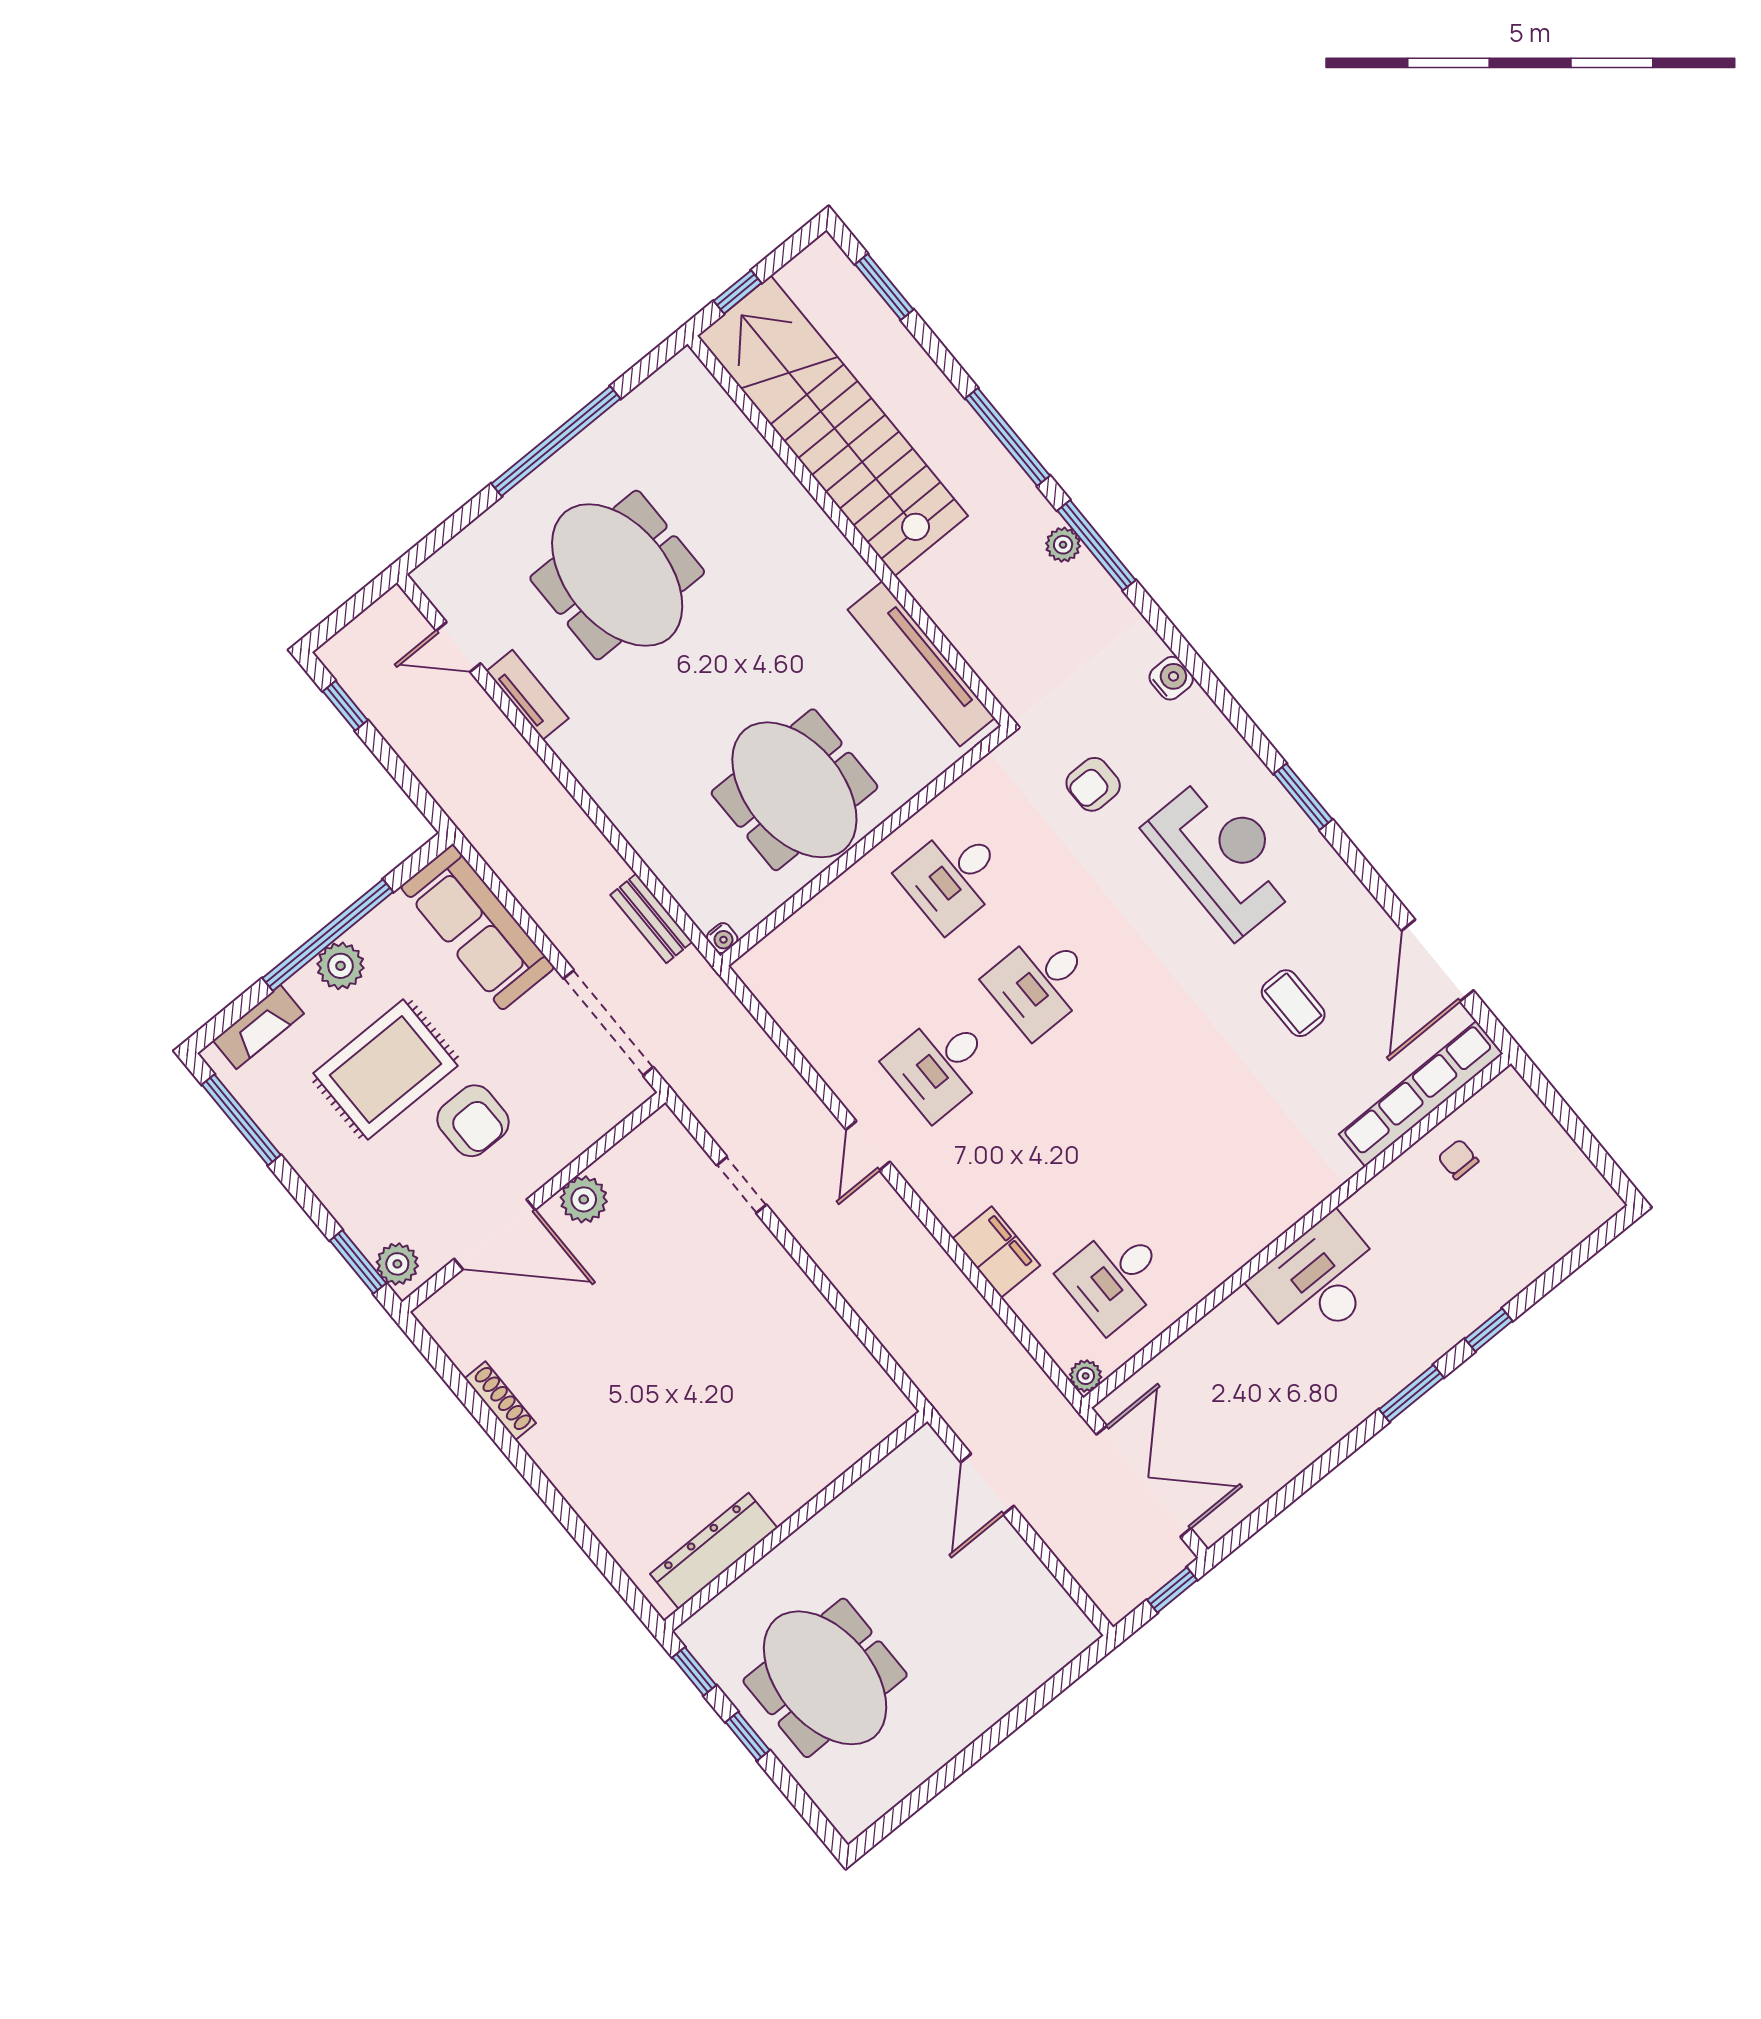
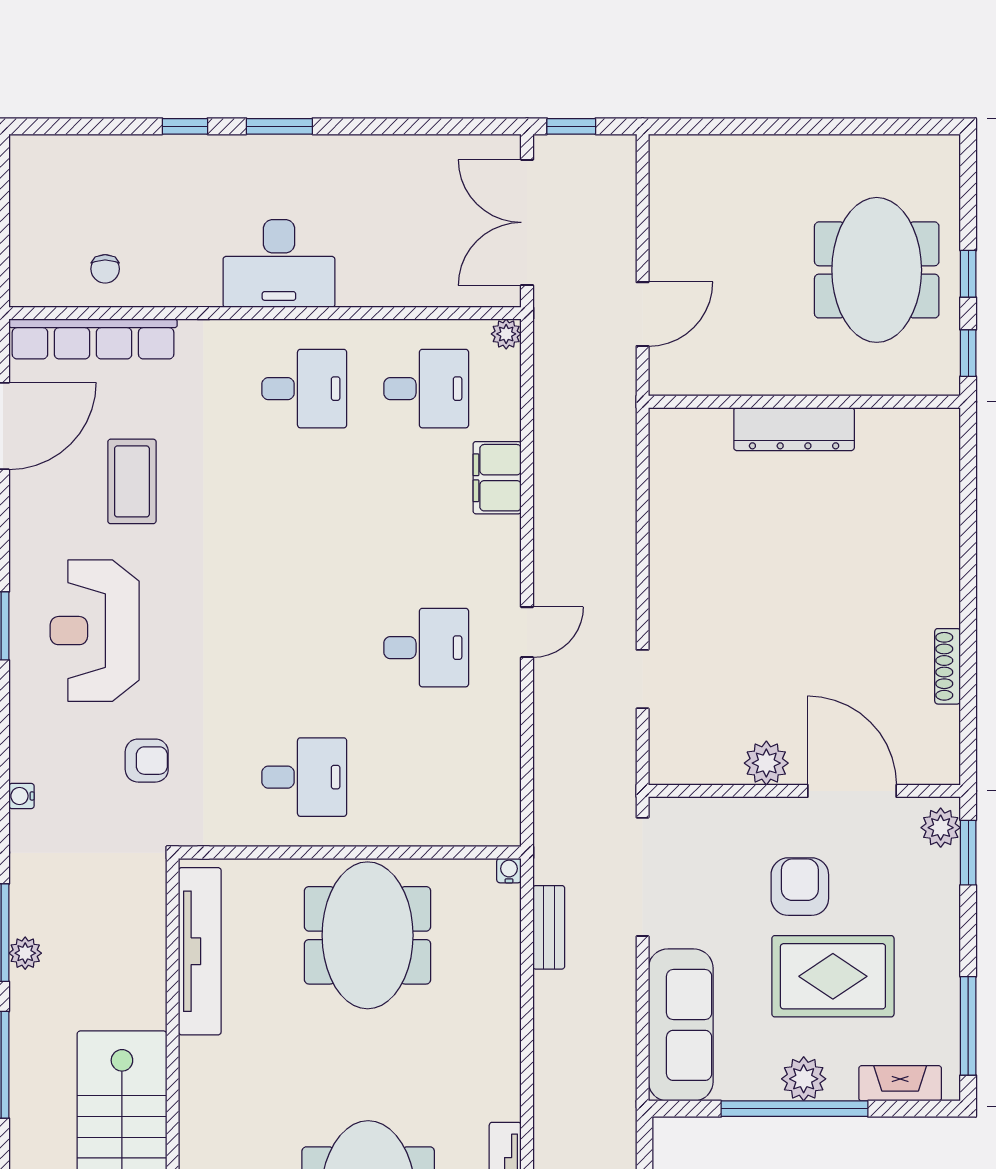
water cooler: (1171, 678) -> (21, 796), width x0.72, depth x0.72
desk: (1040, 983) -> (304, 389), moved
coffee table: (1293, 1003) -> (132, 481), width x1.36, depth x1.30
dresser: (714, 1551) -> (794, 429), moved

